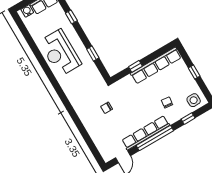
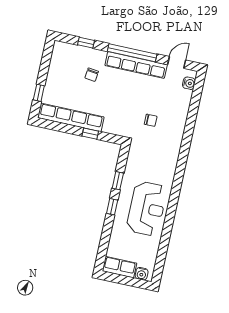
window: (71, 17) -> (112, 207), moved
window: (194, 72) -> (39, 93), moved
side table: (194, 100) -> (66, 55), removed
water cooler: (104, 151) -> (189, 83), added

